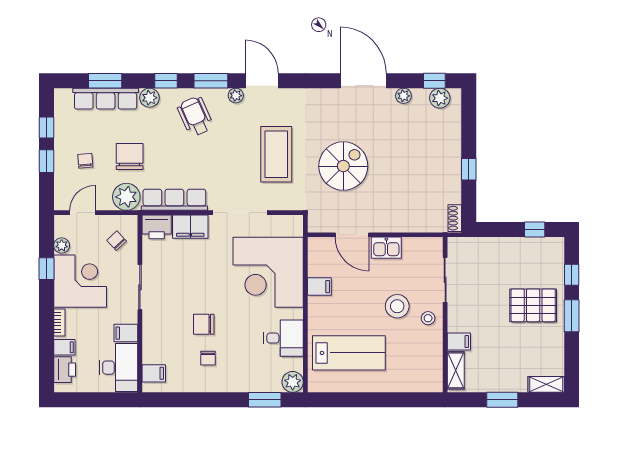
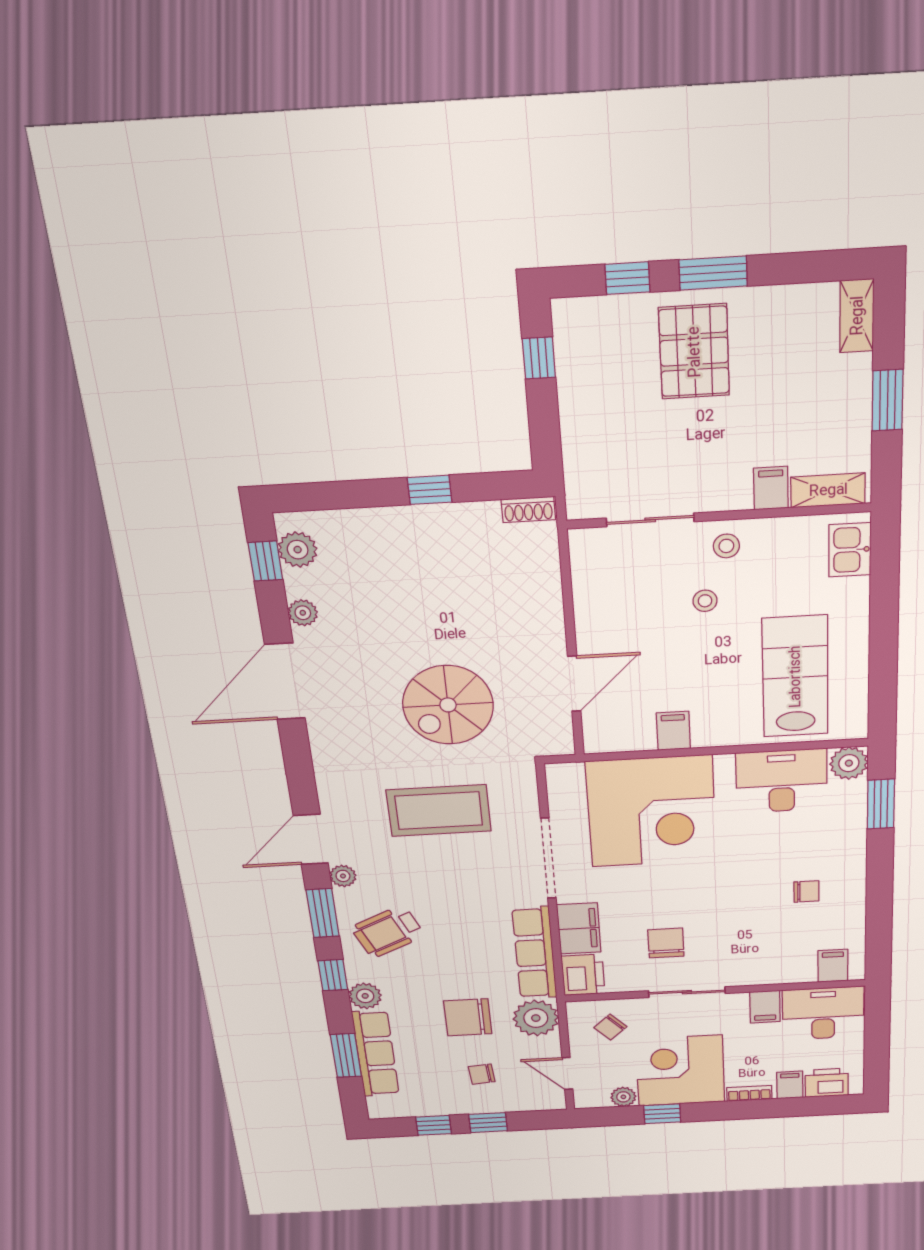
spiral stairs: (343, 166) -> (448, 705), turned -90
kitchen sink: (386, 248) -> (850, 550), moved, turned 180
stool: (397, 306) -> (705, 601), width x0.53, depth x0.53
chair: (204, 324) -> (666, 943), moved, turned 180
desk: (284, 338) -> (782, 781), width x1.37

